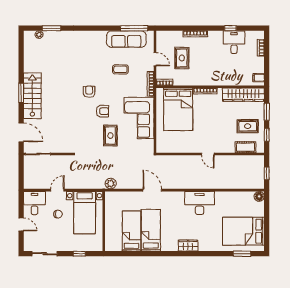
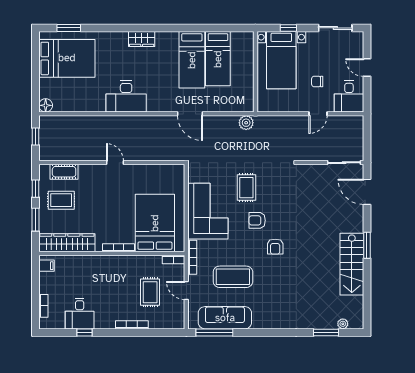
coffee table: (120, 69) -> (233, 277), width x1.86, depth x1.72
stairs: (32, 96) -> (352, 264), moved
bed with nightstands: (85, 213) -> (281, 60), moved, turned 180

